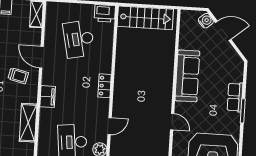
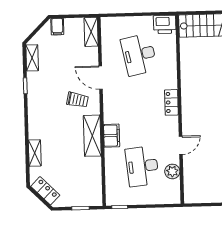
filing cabinet: (48, 97) -> (112, 136), moved
shelving: (28, 123) -> (92, 136), moved

